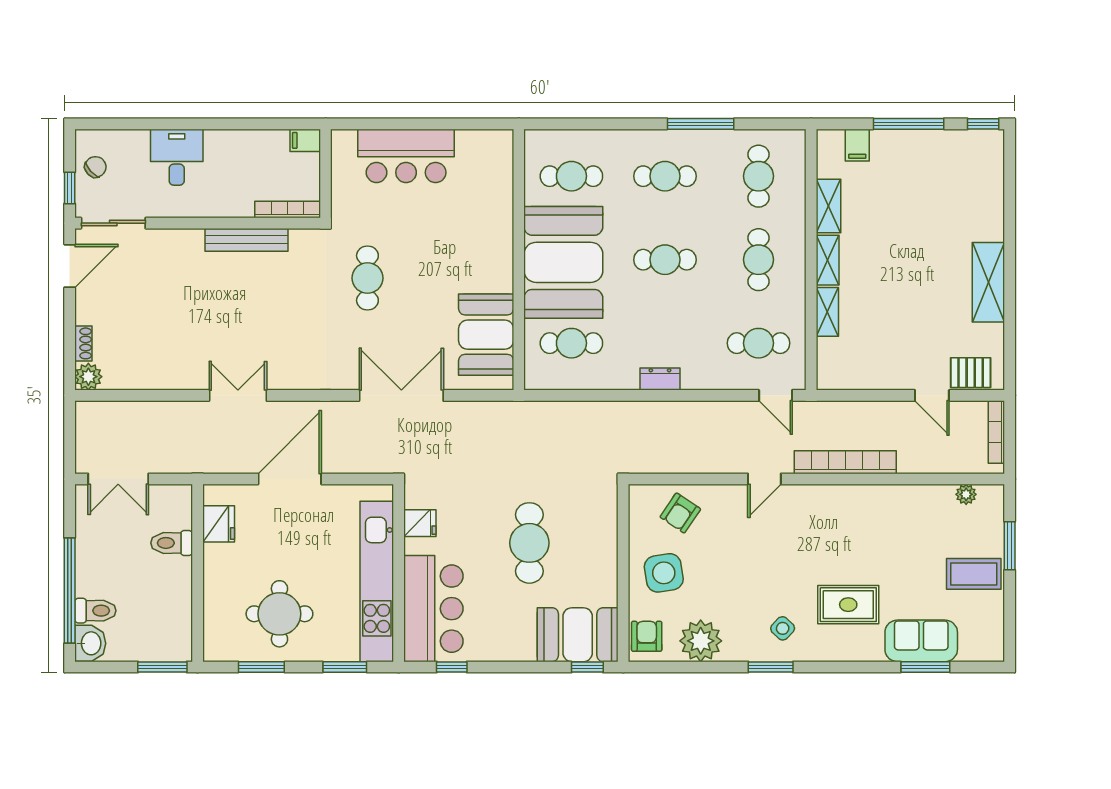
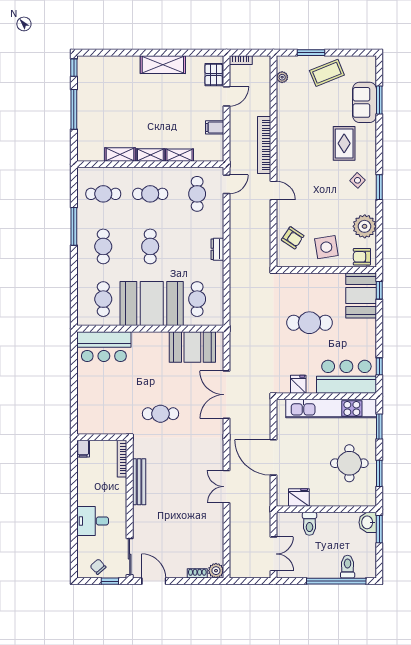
filing cabinet: (857, 145) -> (215, 127), moved, turned 180
bar counter: (406, 156) -> (104, 347), moved, turned 90
bookcase: (996, 432) -> (241, 60), width x0.64
coffee table: (974, 574) -> (327, 73), turned 68
washbasin: (90, 643) -> (368, 522), moved, turned -90

